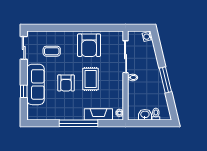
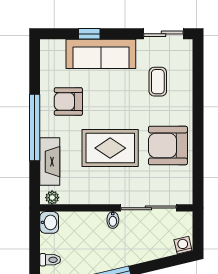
rug: (91, 79) -> (110, 148), width x1.36, depth x1.43
armchair: (66, 83) -> (68, 101), moved
washbasin: (145, 115) -> (49, 222), moved

